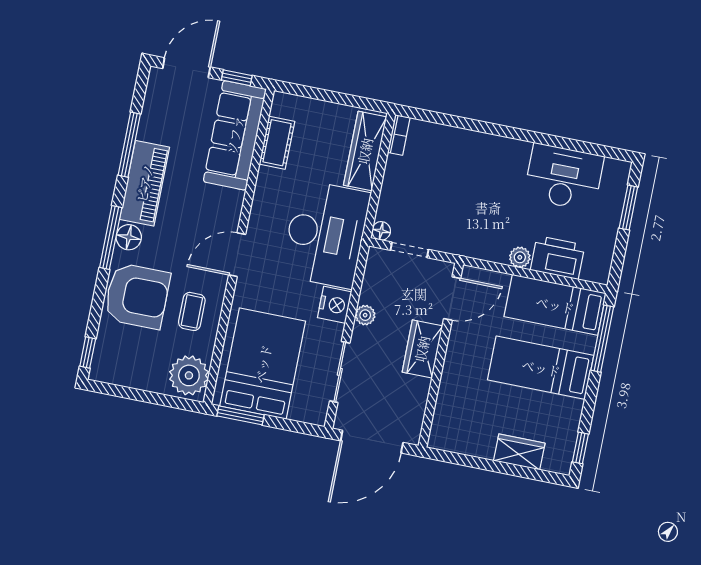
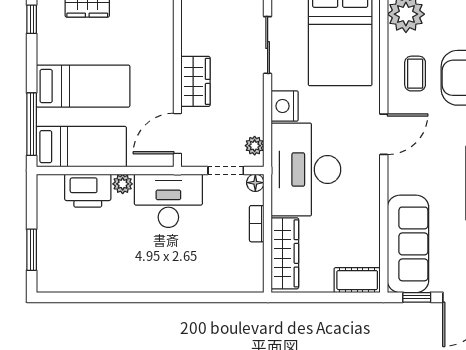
bookcase: (399, 135) -> (257, 224), moved
cot: (277, 143) -> (357, 280), moved, turned 90
desk: (564, 177) -> (168, 201), moved, turned 180
plant: (365, 315) -> (255, 146), moved

